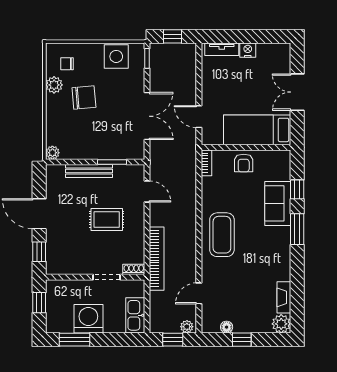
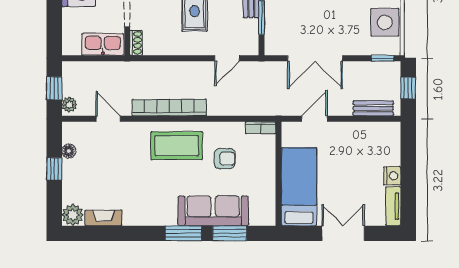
tv unit: (222, 49) -> (393, 206), moved
bench: (190, 66) -> (373, 108), added
armchair: (244, 163) -> (225, 159), moved, turned 180
window: (297, 189) -> (230, 233), width x1.50
sofa: (278, 203) -> (213, 211), width x1.36
bookcase: (157, 259) -> (169, 108), moved, turned 180
kitchen sink: (135, 315) -> (103, 44), moved

